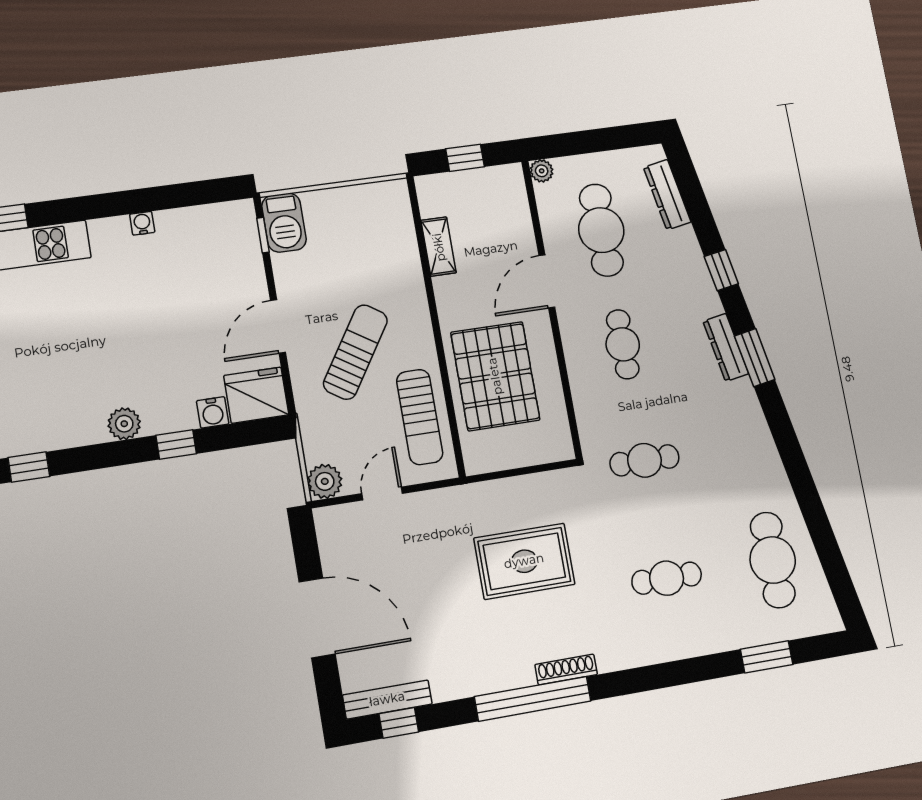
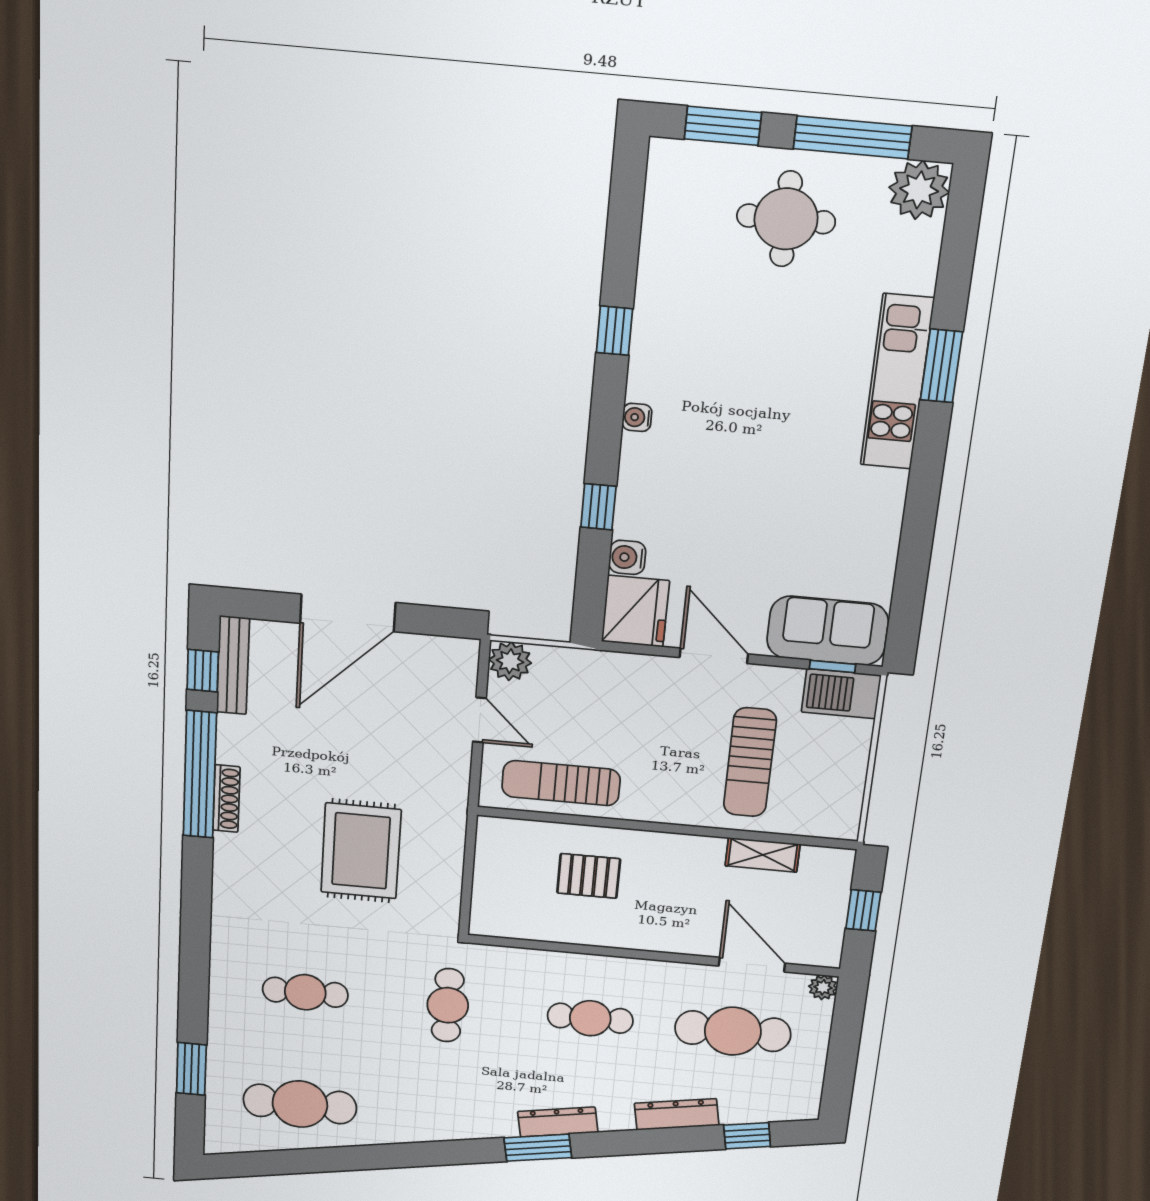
dresser: (667, 195) -> (677, 1114), moved
water cooler: (142, 223) -> (637, 417), moved, turned 180
sofa: (234, 247) -> (828, 631), added
window: (721, 270) -> (747, 1136), moved
door: (547, 281) -> (752, 965), moved
sun lounger: (355, 352) -> (750, 762), moved, turned 57
pallet: (495, 376) -> (589, 876), width x0.49, depth x0.50
plant: (124, 424) -> (640, 454), removed
cafe table: (667, 578) -> (305, 992), turned 90
shoe rack: (566, 670) -> (226, 799), moved
window: (533, 699) -> (200, 775), moved

